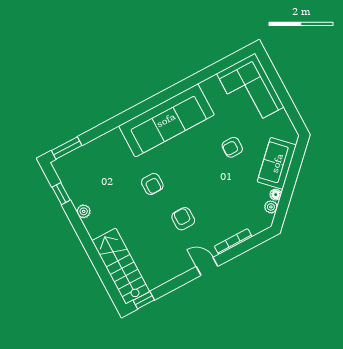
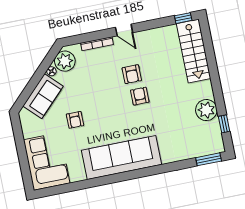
armchair: (232, 147) -> (75, 120), turned 90
armchair: (152, 184) -> (140, 96), moved
plant: (271, 207) -> (65, 61), width x1.88, depth x1.88
plant: (84, 211) -> (206, 110), width x1.87, depth x1.87

